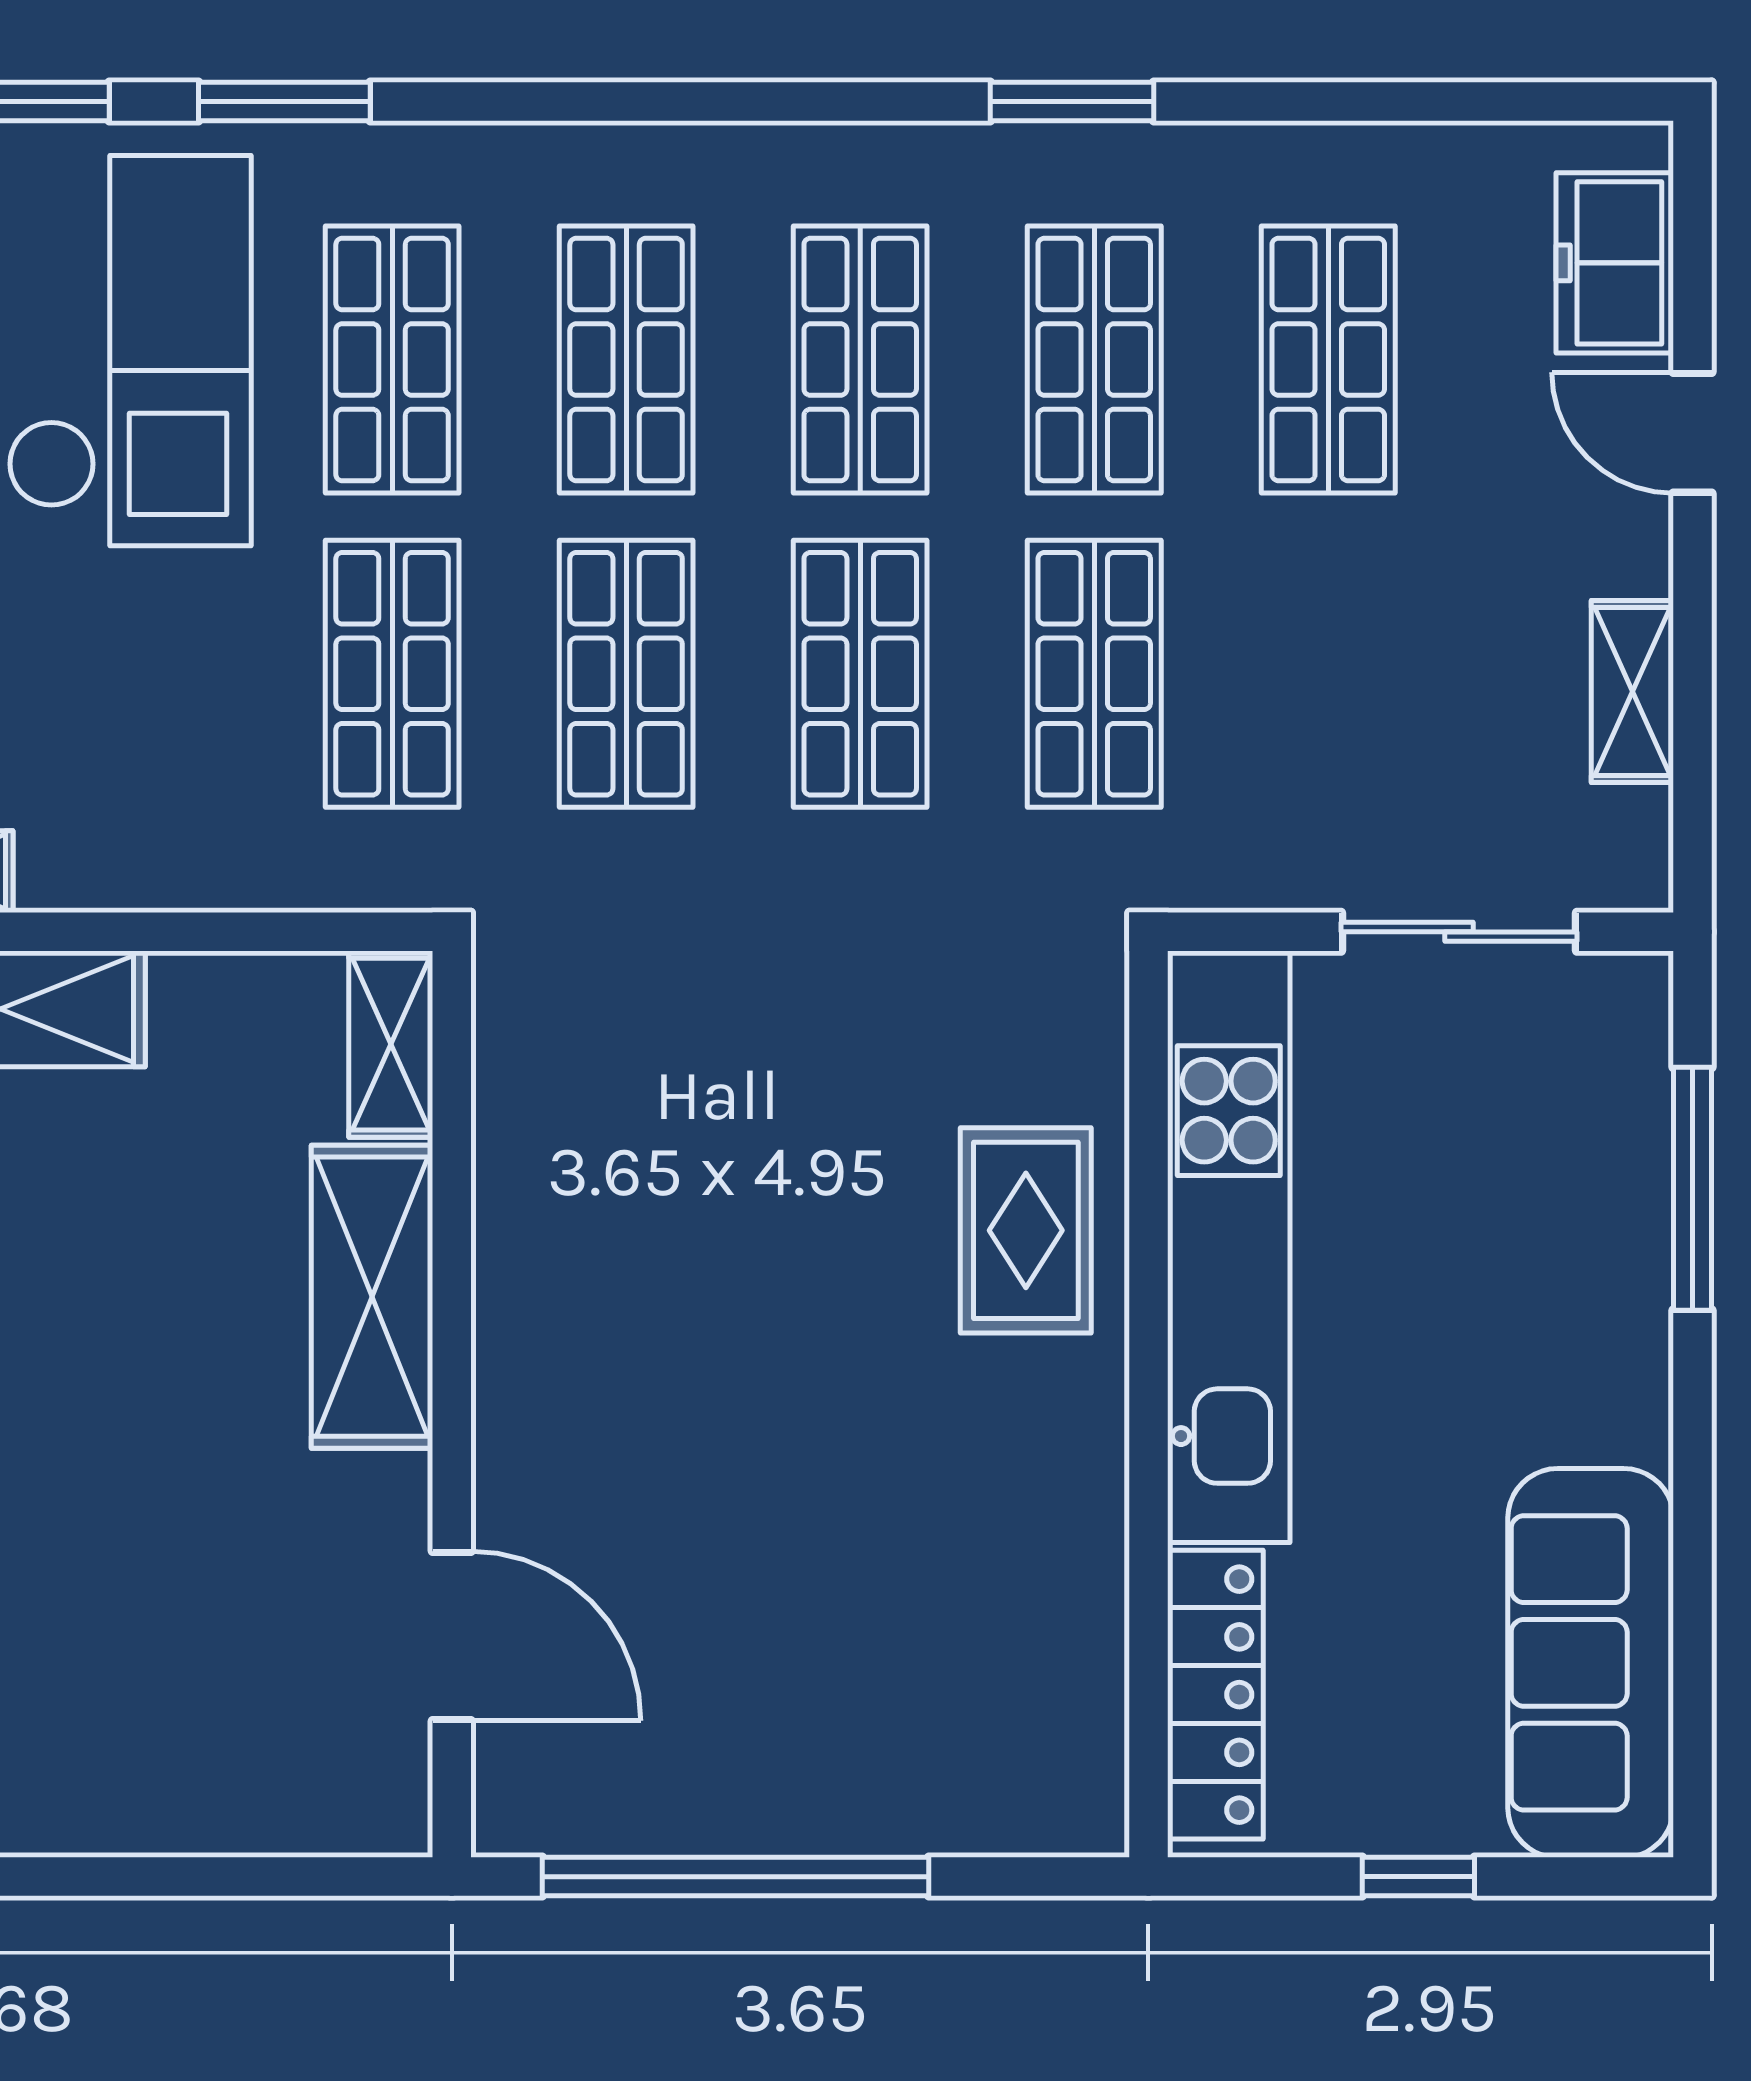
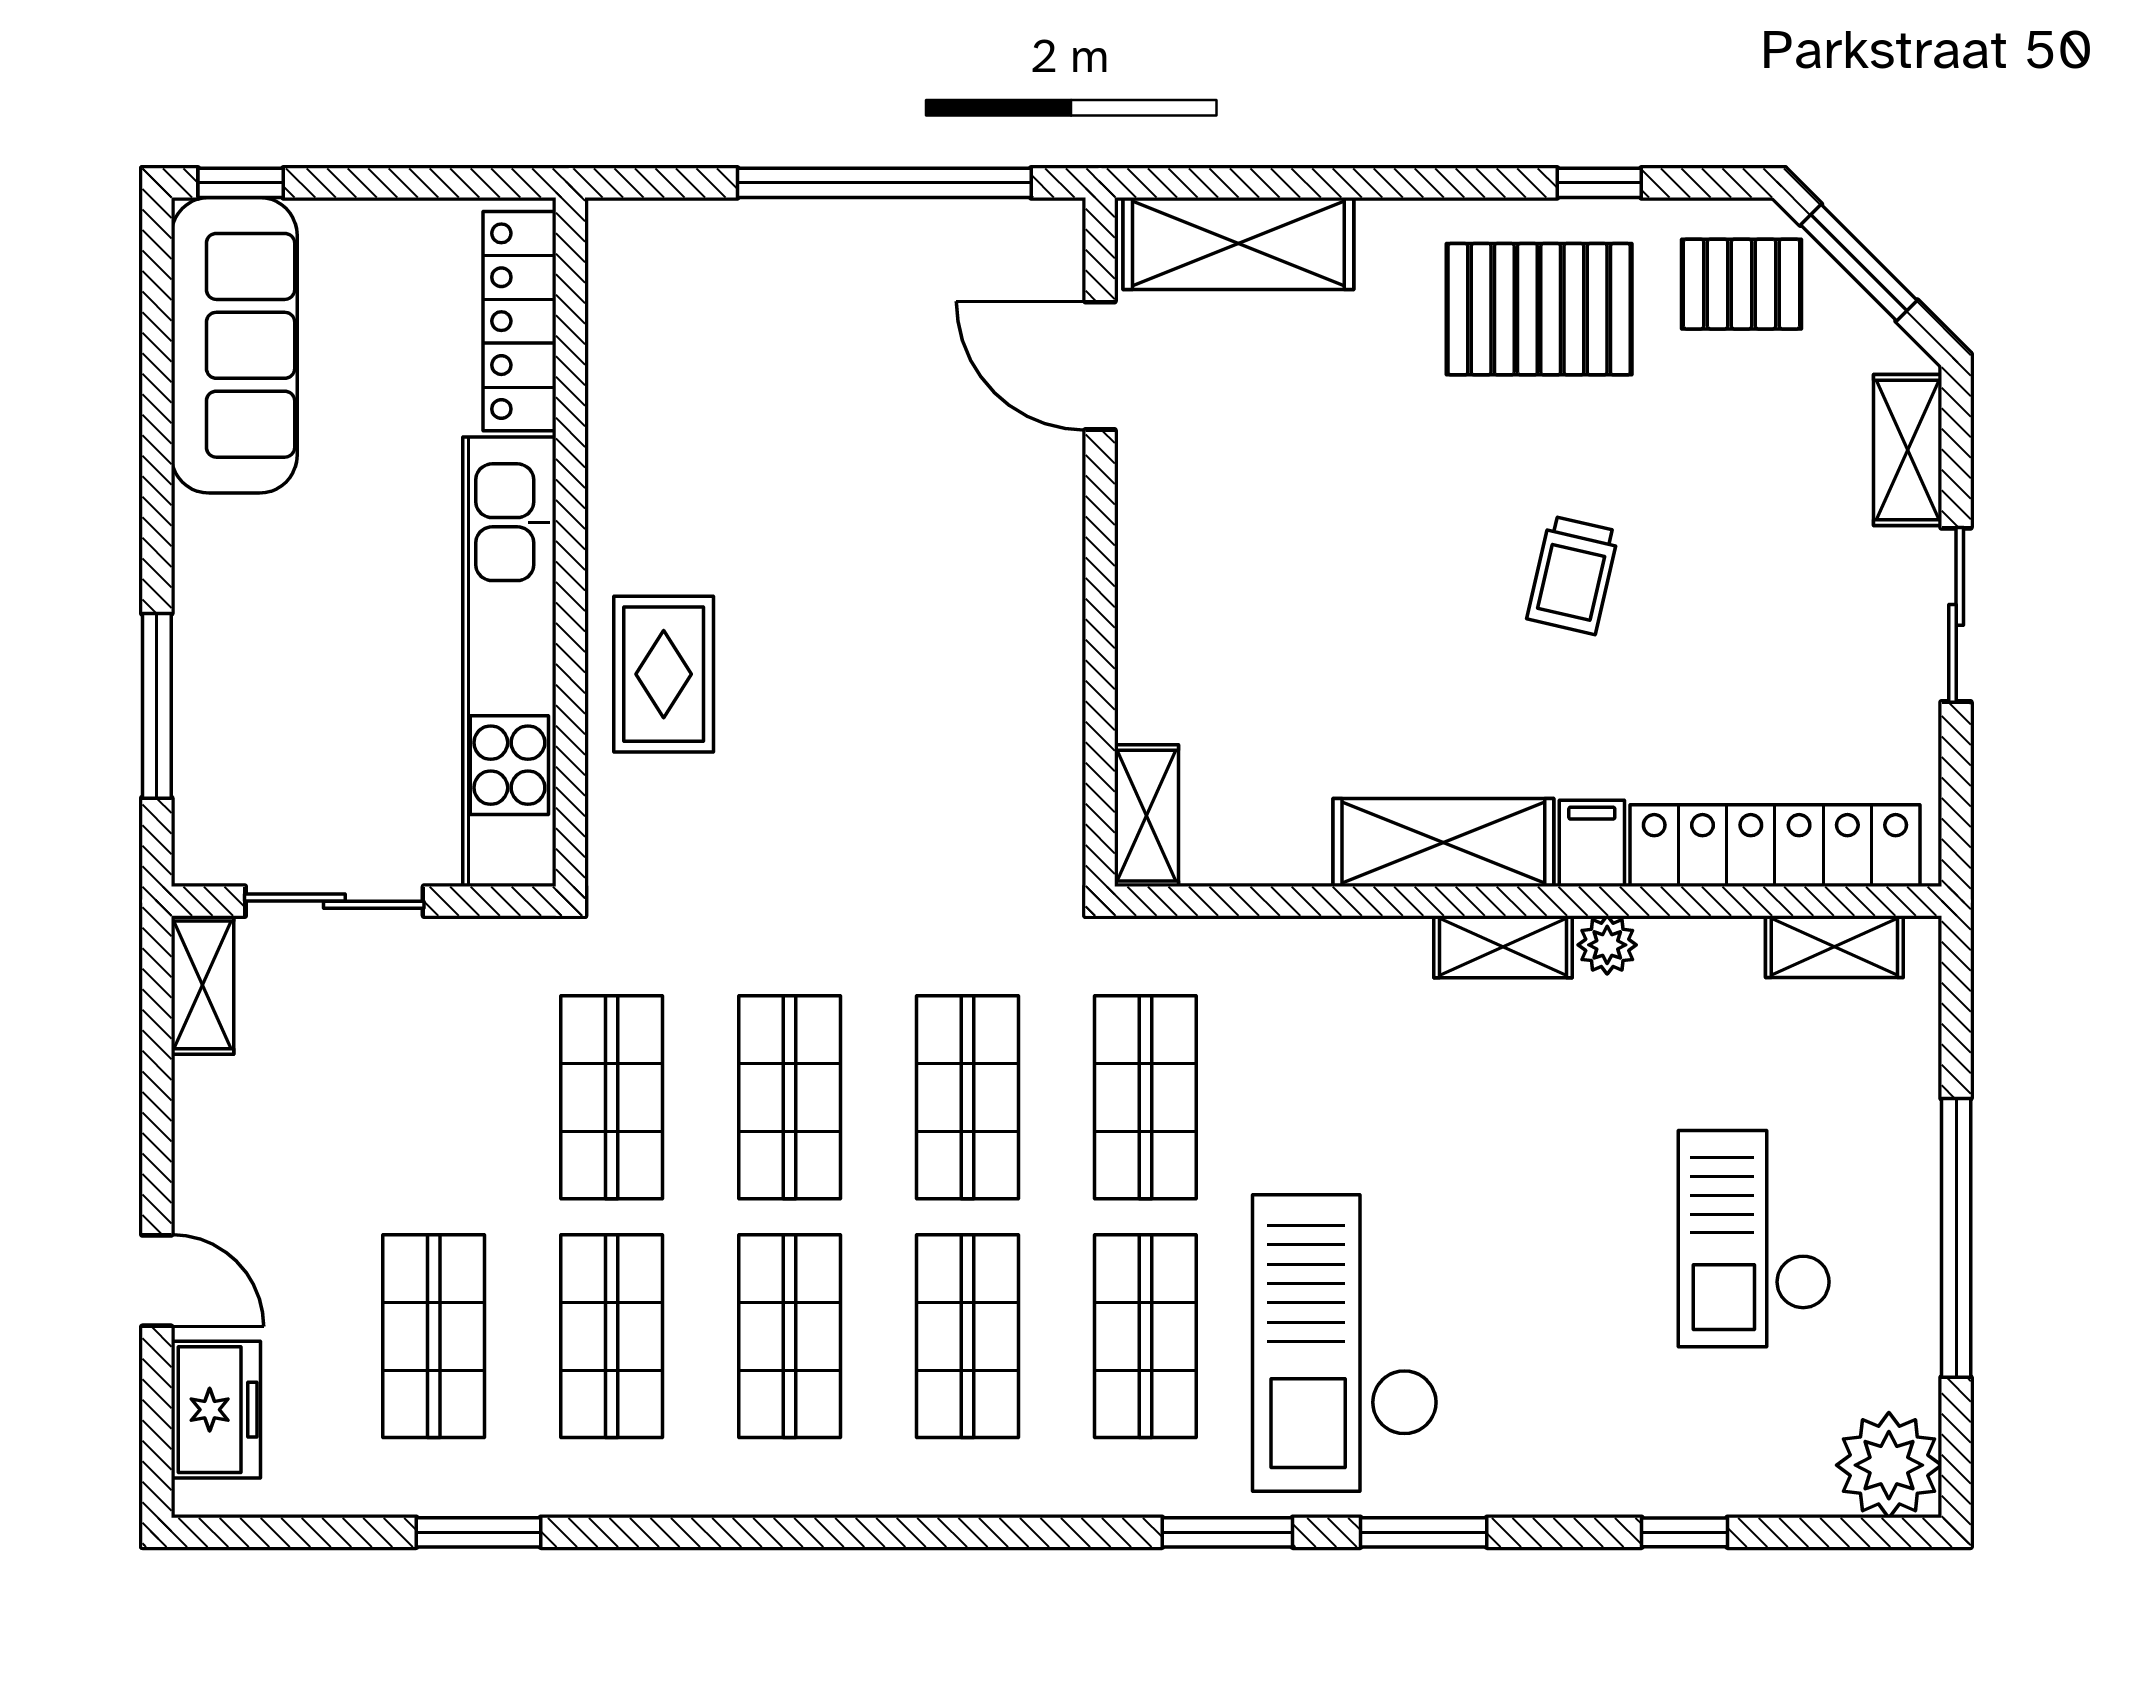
window: (1072, 102) -> (478, 1532), moved
shelving: (1632, 692) -> (203, 985), moved
shelving: (372, 1297) -> (1238, 243), moved, turned 90
window: (1418, 1877) -> (241, 183), moved

